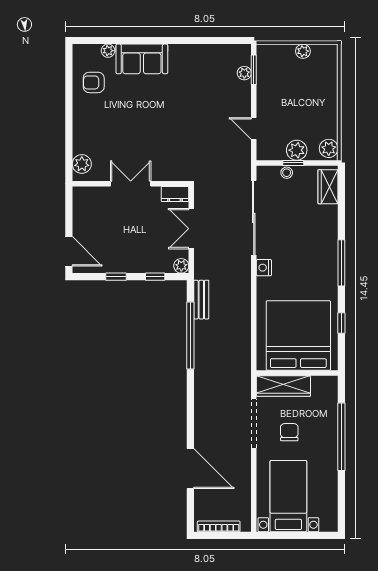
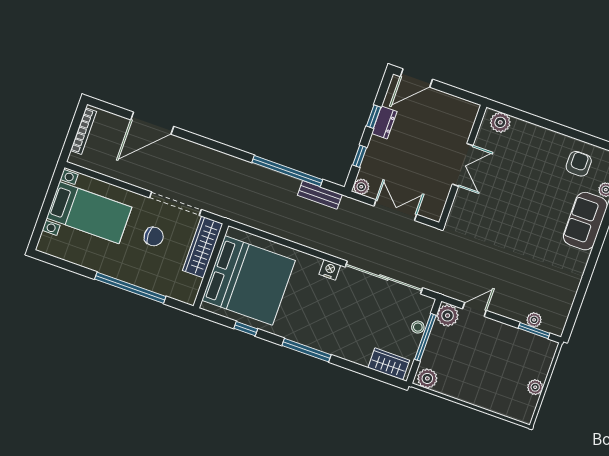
plant: (297, 150) -> (448, 316), moved
window: (293, 163) -> (425, 337), width x2.17
dresser: (175, 194) -> (384, 123), moved, turned 180

